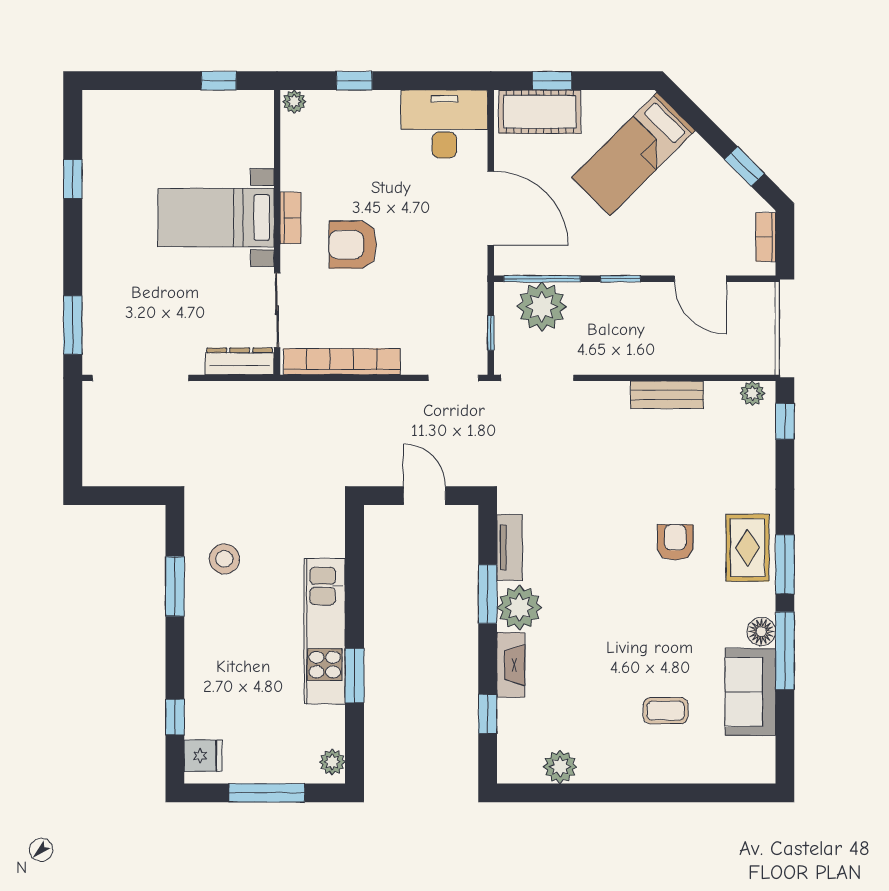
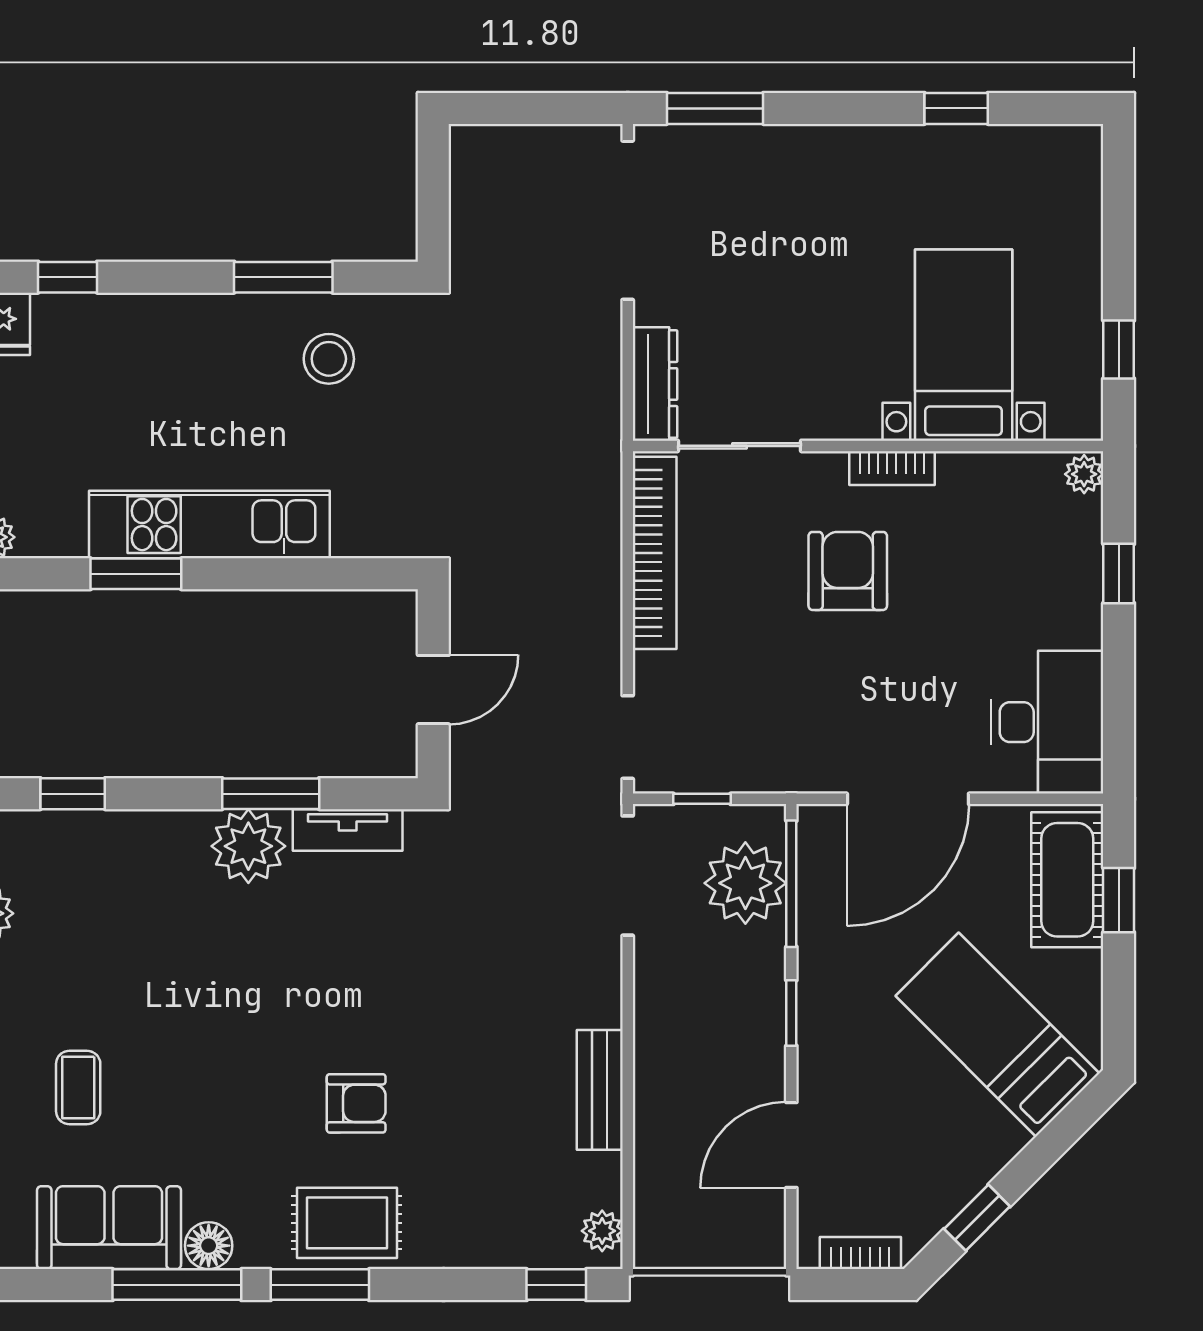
bed with nightstands: (216, 218) -> (964, 345), moved
fireplace: (511, 665) -> (154, 832), removed

